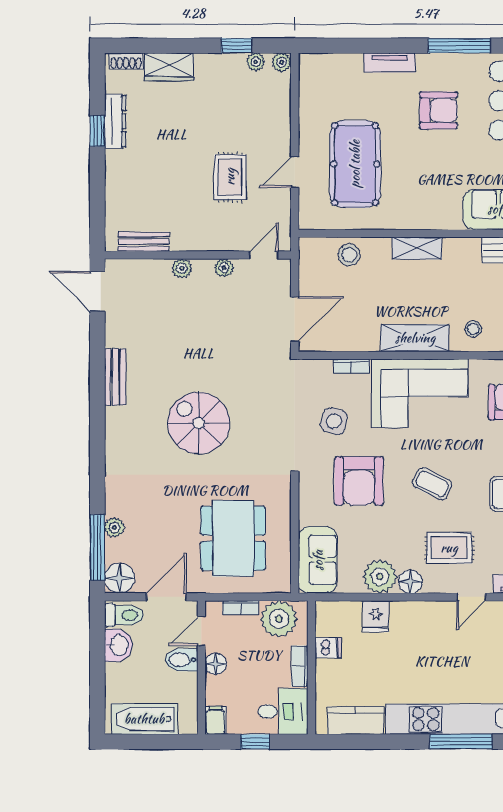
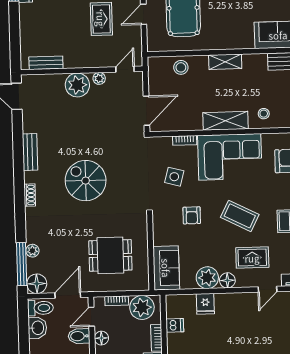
plant: (182, 268) -> (77, 85), width x1.88, depth x1.88
shoe rack: (113, 443) -> (30, 195), added
armchair: (359, 481) -> (192, 215), width x0.53, depth x0.53
coffee table: (432, 484) -> (240, 216), width x1.36, depth x1.30
dining table: (233, 538) -> (110, 255), width x0.73

